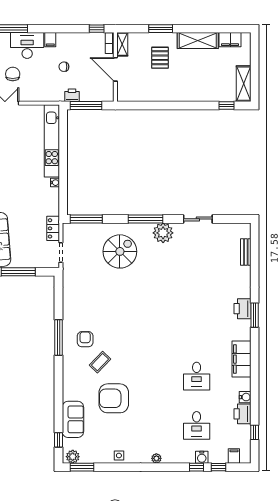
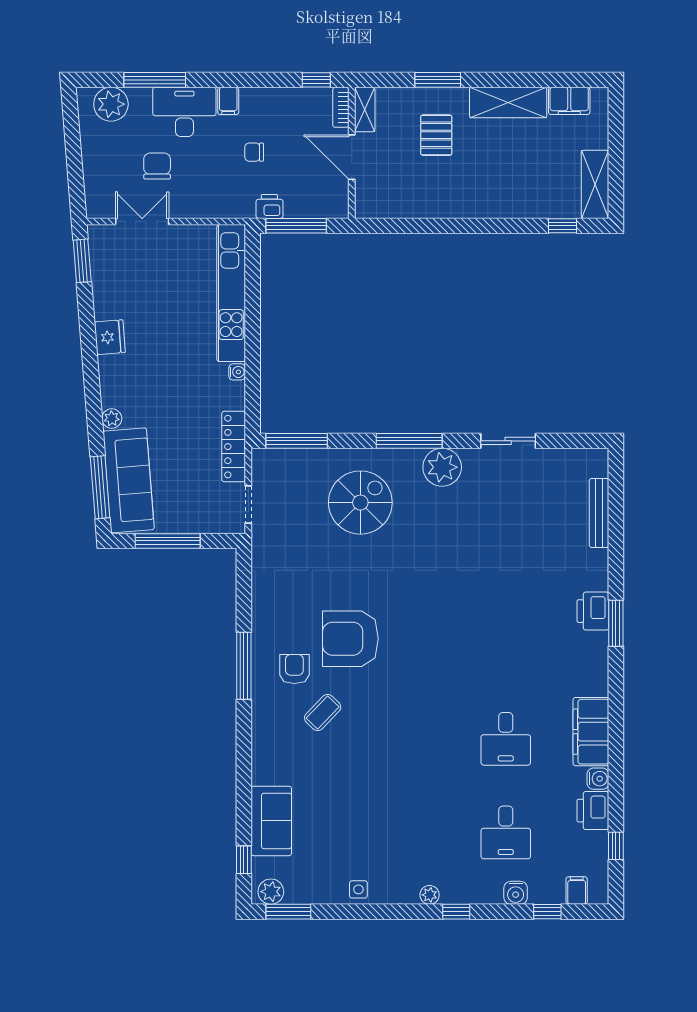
locker: (53, 228) -> (234, 447), width x1.53
bench: (246, 252) -> (599, 513), width x1.36
filing cabinet: (241, 359) -> (591, 732), moved
armchair: (114, 398) -> (350, 639), moved
window: (197, 467) -> (456, 912), moved

